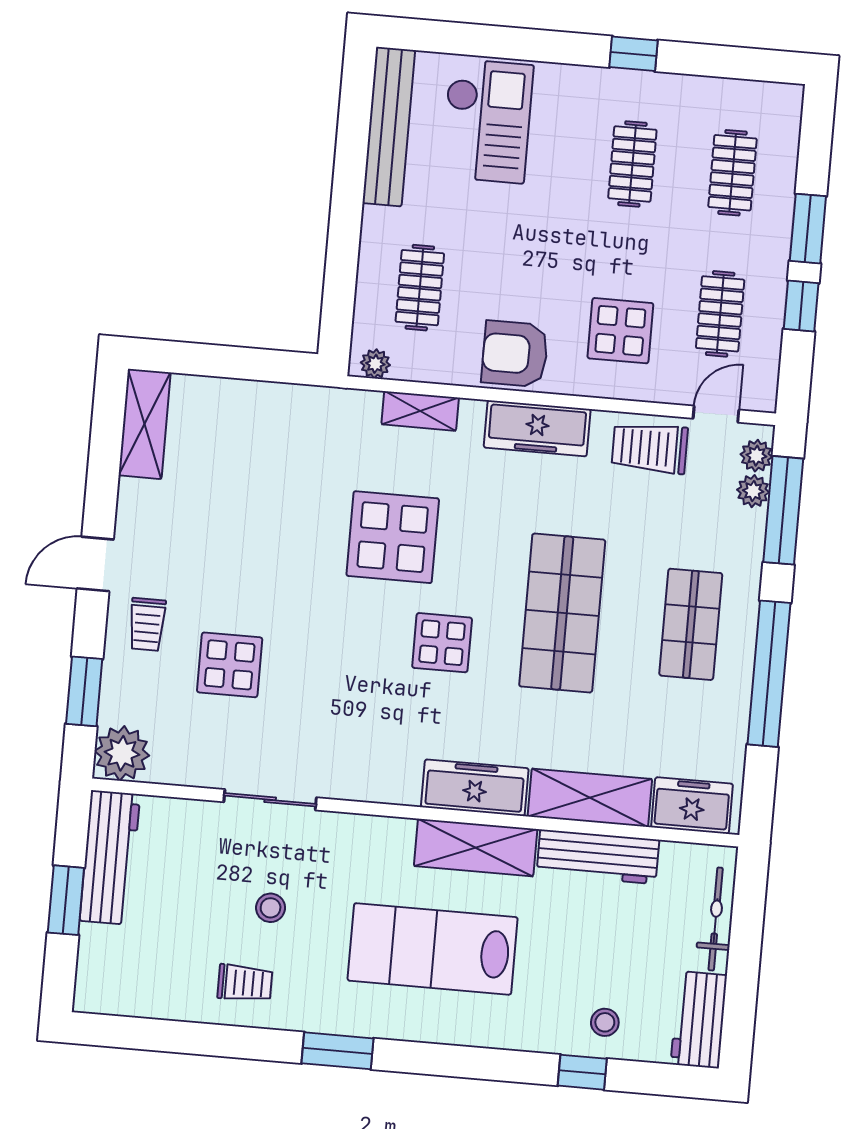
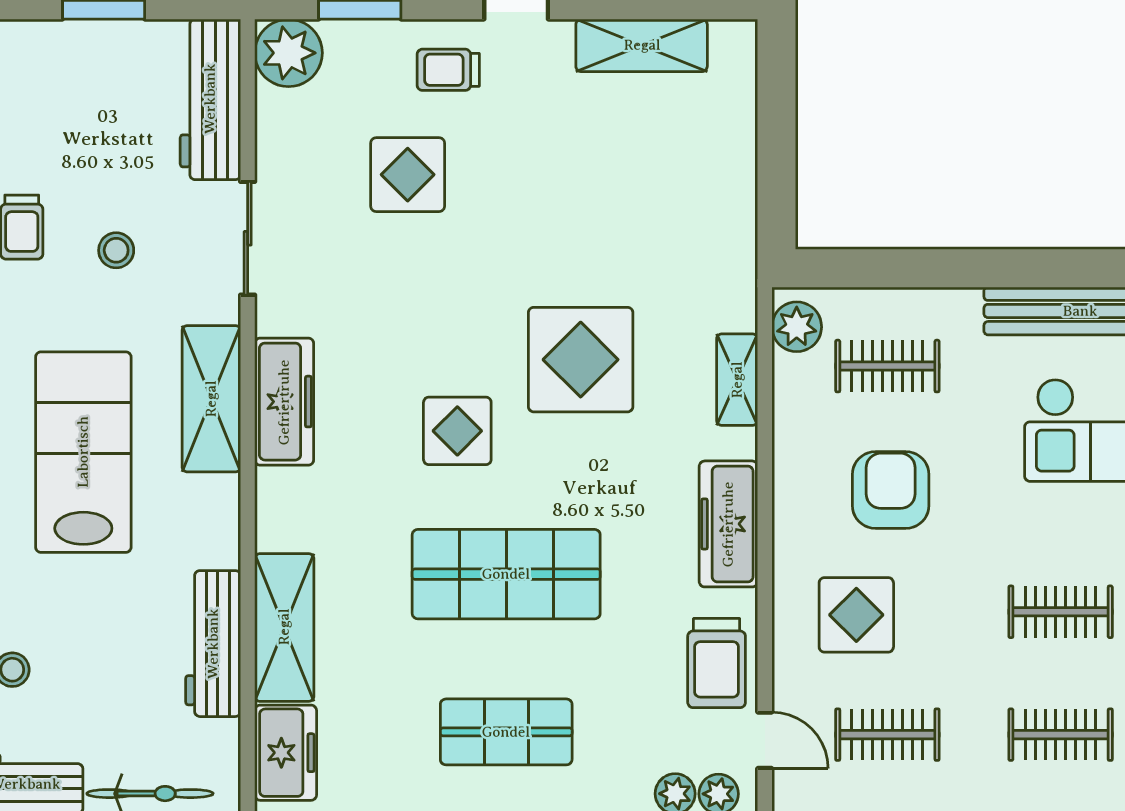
armchair: (515, 354) -> (891, 490), moved
plant: (375, 364) -> (797, 327), width x1.38, depth x1.38
shelving: (145, 424) -> (642, 45), moved
trolley: (650, 448) -> (717, 663), turned 180
freezer: (475, 788) -> (284, 402), moved
shelving: (476, 848) -> (211, 399), moved
workbench: (110, 857) -> (210, 99), moved, turned 90

